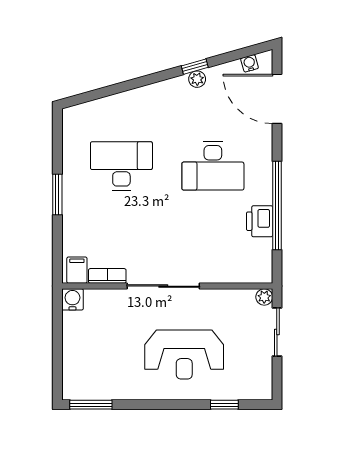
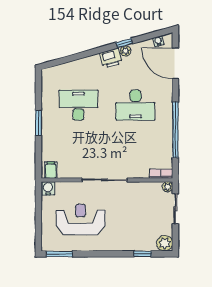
printer: (260, 221) -> (111, 58), moved, turned -106
bookcase: (107, 276) -> (161, 174), moved
reception desk: (184, 355) -> (81, 219), moved, turned 180
plant: (260, 387) -> (165, 243), added

